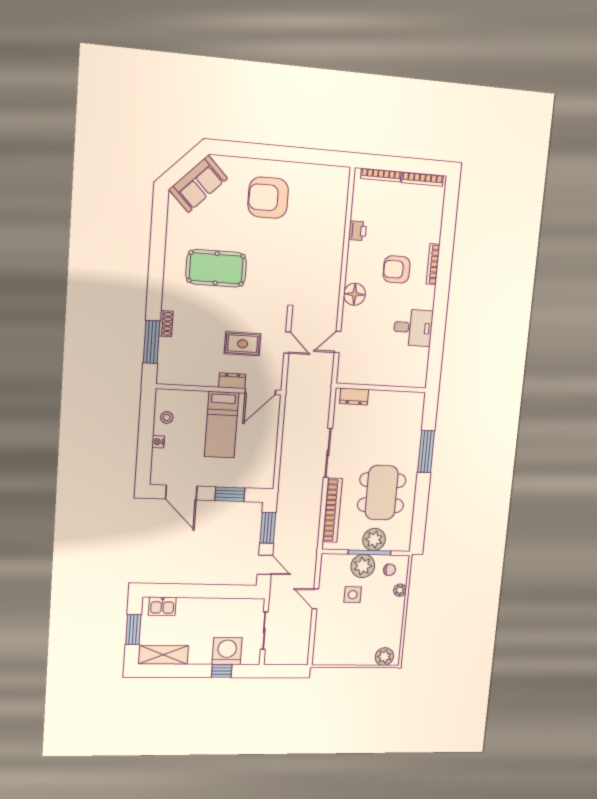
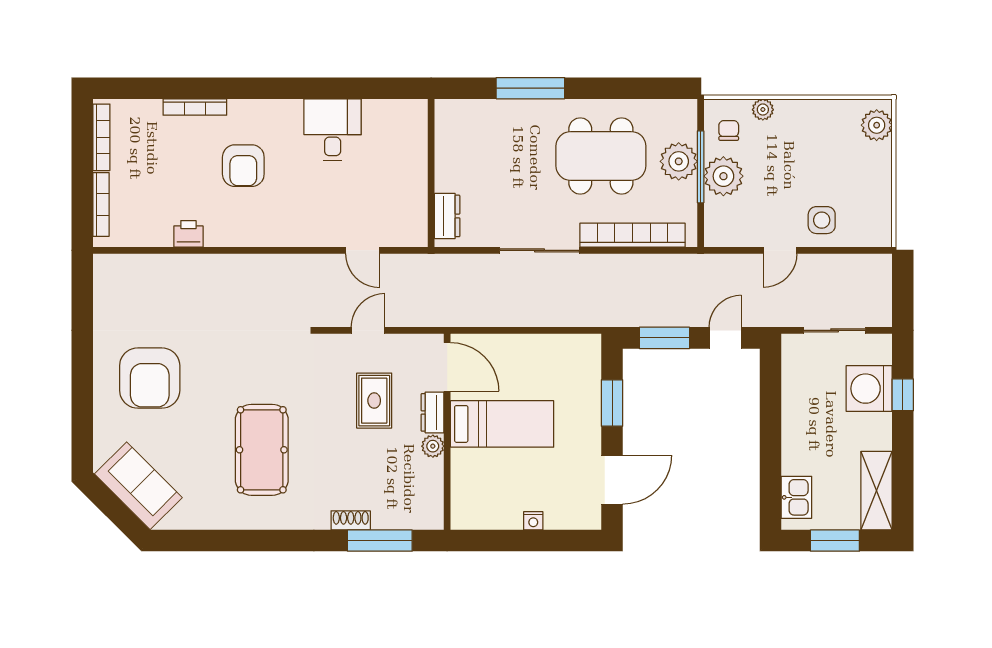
bookcase: (433, 264) -> (195, 107), moved
floor lamp: (355, 294) -> (286, 230), removed
plant: (211, 380) -> (433, 446), added
stool: (167, 417) -> (495, 510), removed
side table: (353, 595) -> (822, 220), moved

